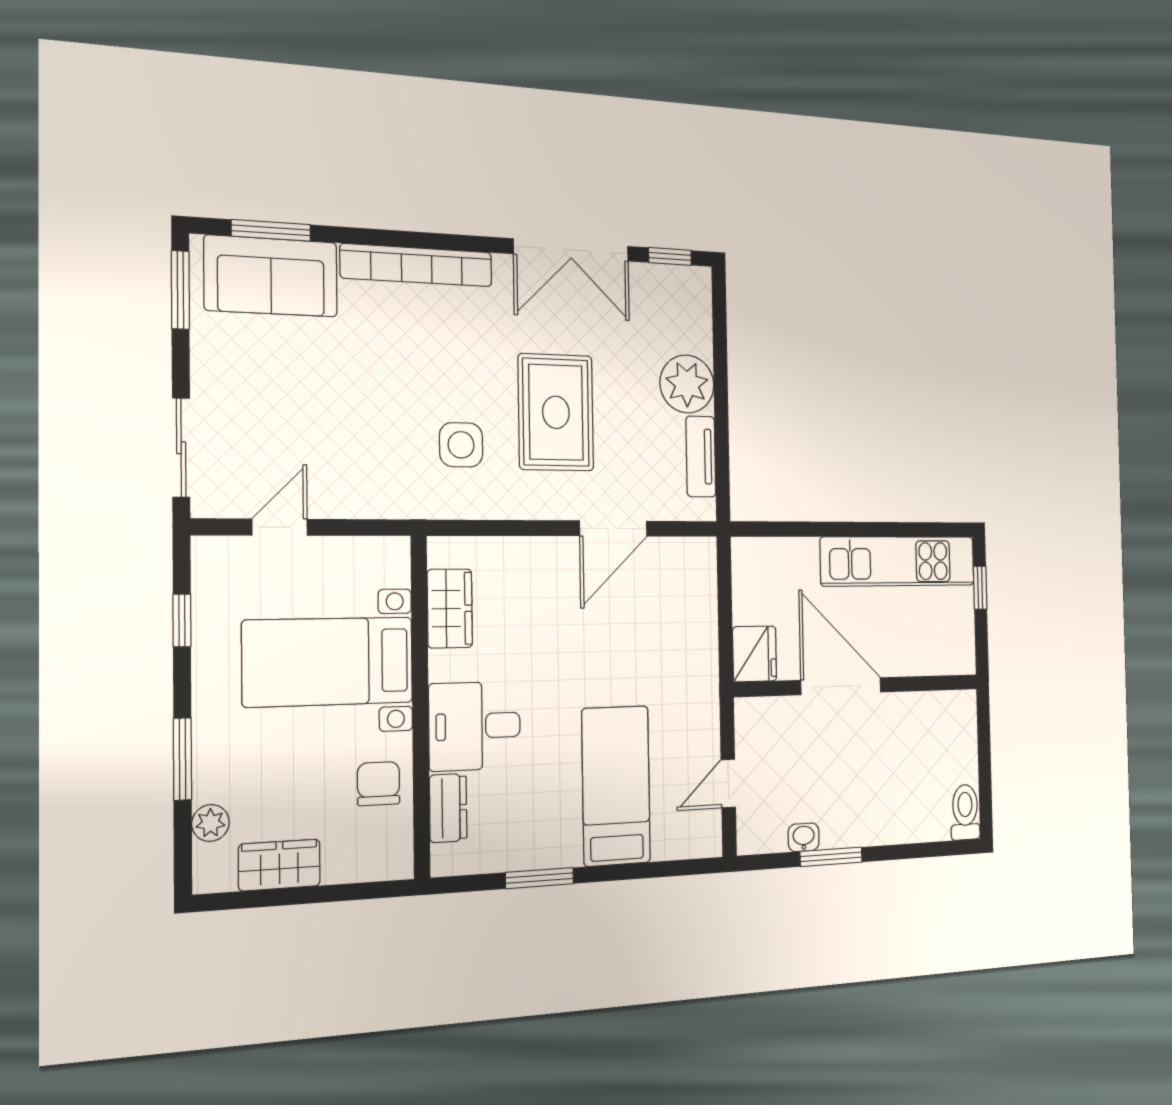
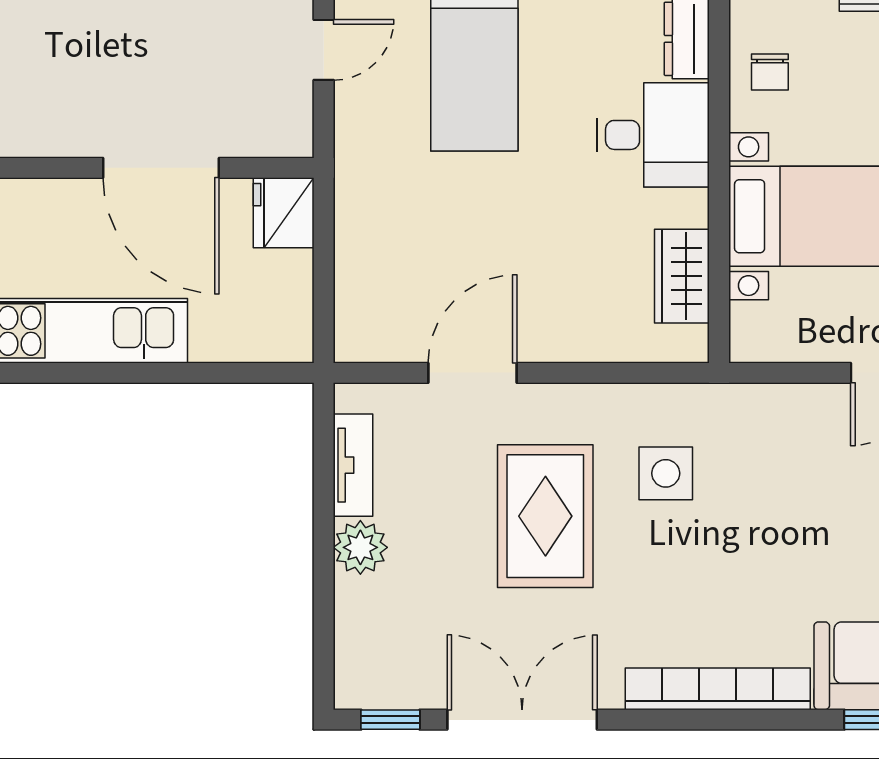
plant: (687, 384) -> (360, 547), width x0.73, depth x0.73
chair: (379, 784) -> (770, 72), width x0.73, depth x0.73

